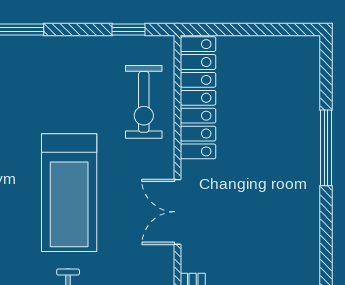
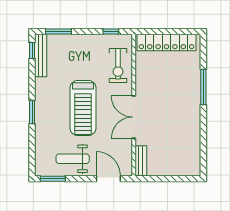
locker: (198, 98) -> (167, 43), moved, turned 90
double door: (177, 212) -> (134, 117), width x1.37

